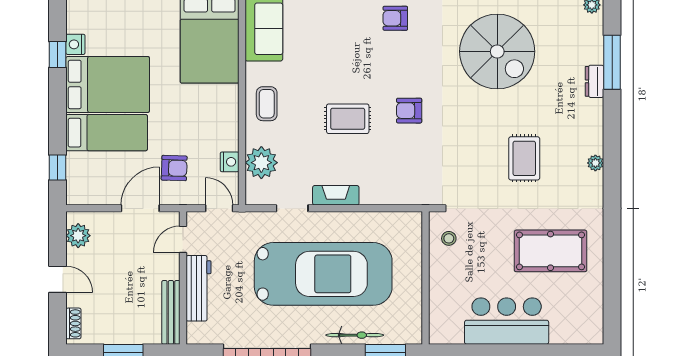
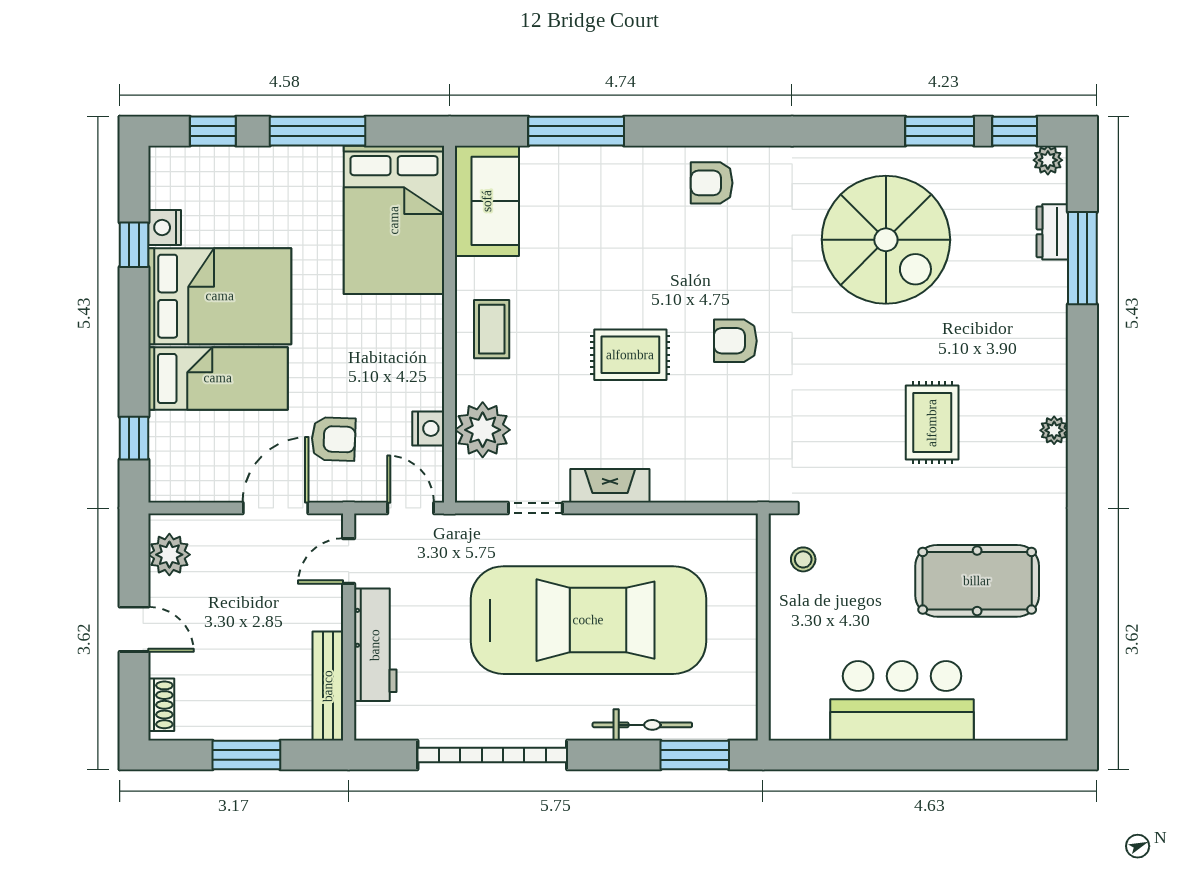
dresser: (594, 81) -> (1052, 232), moved

